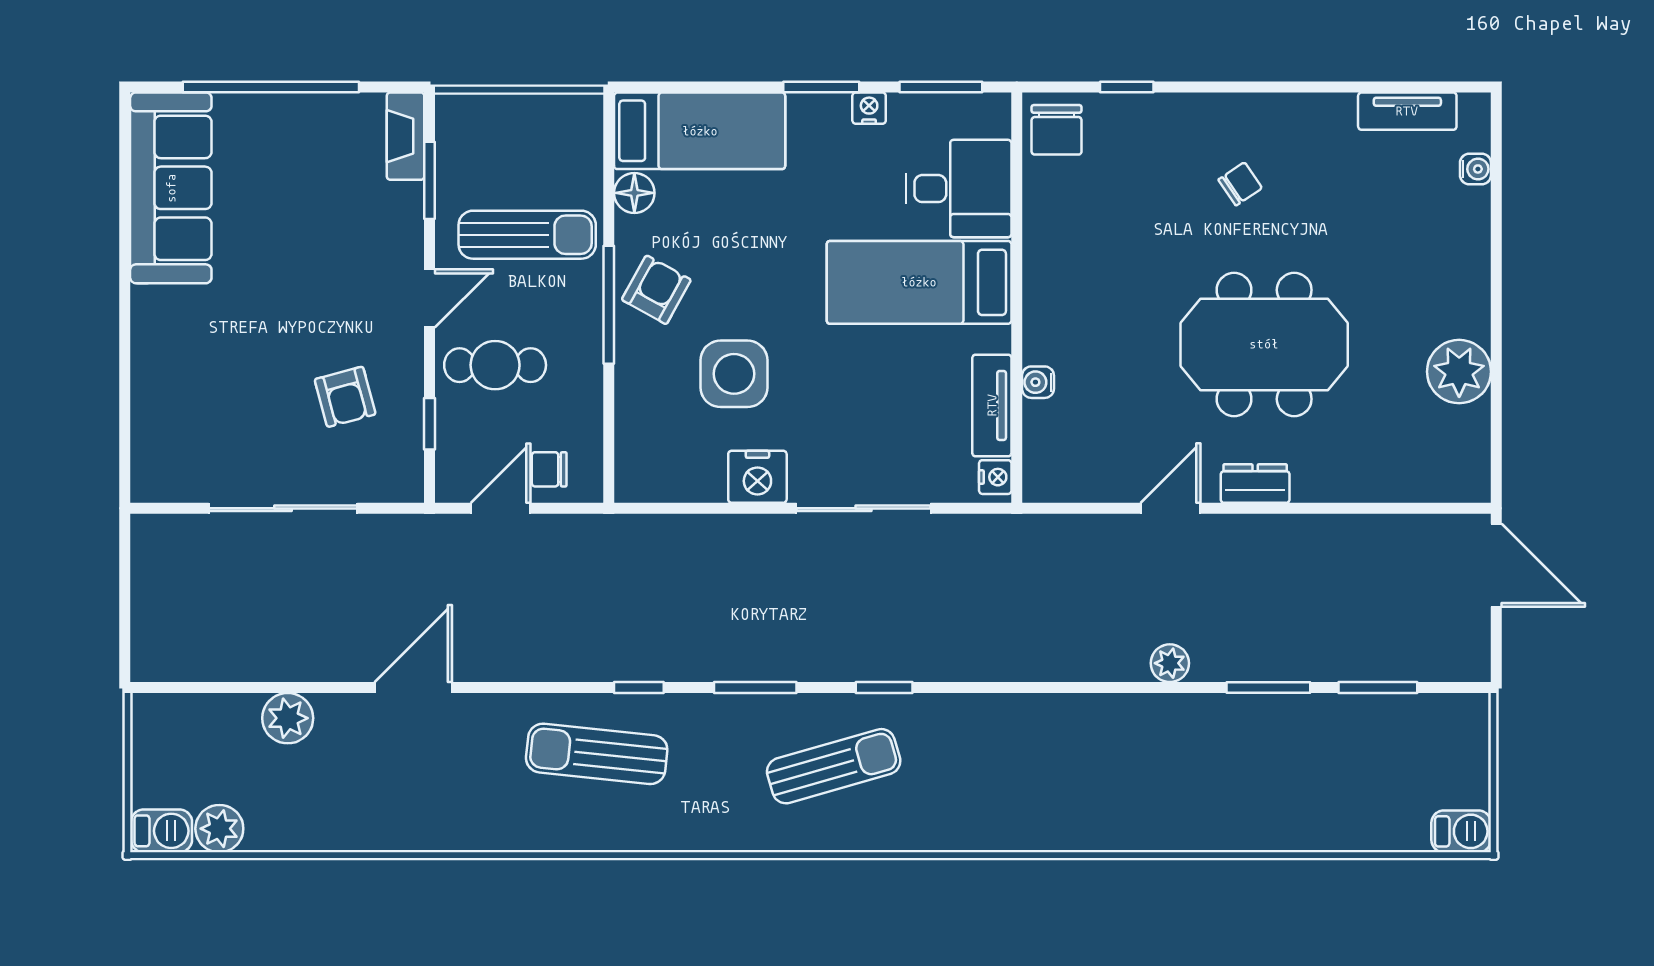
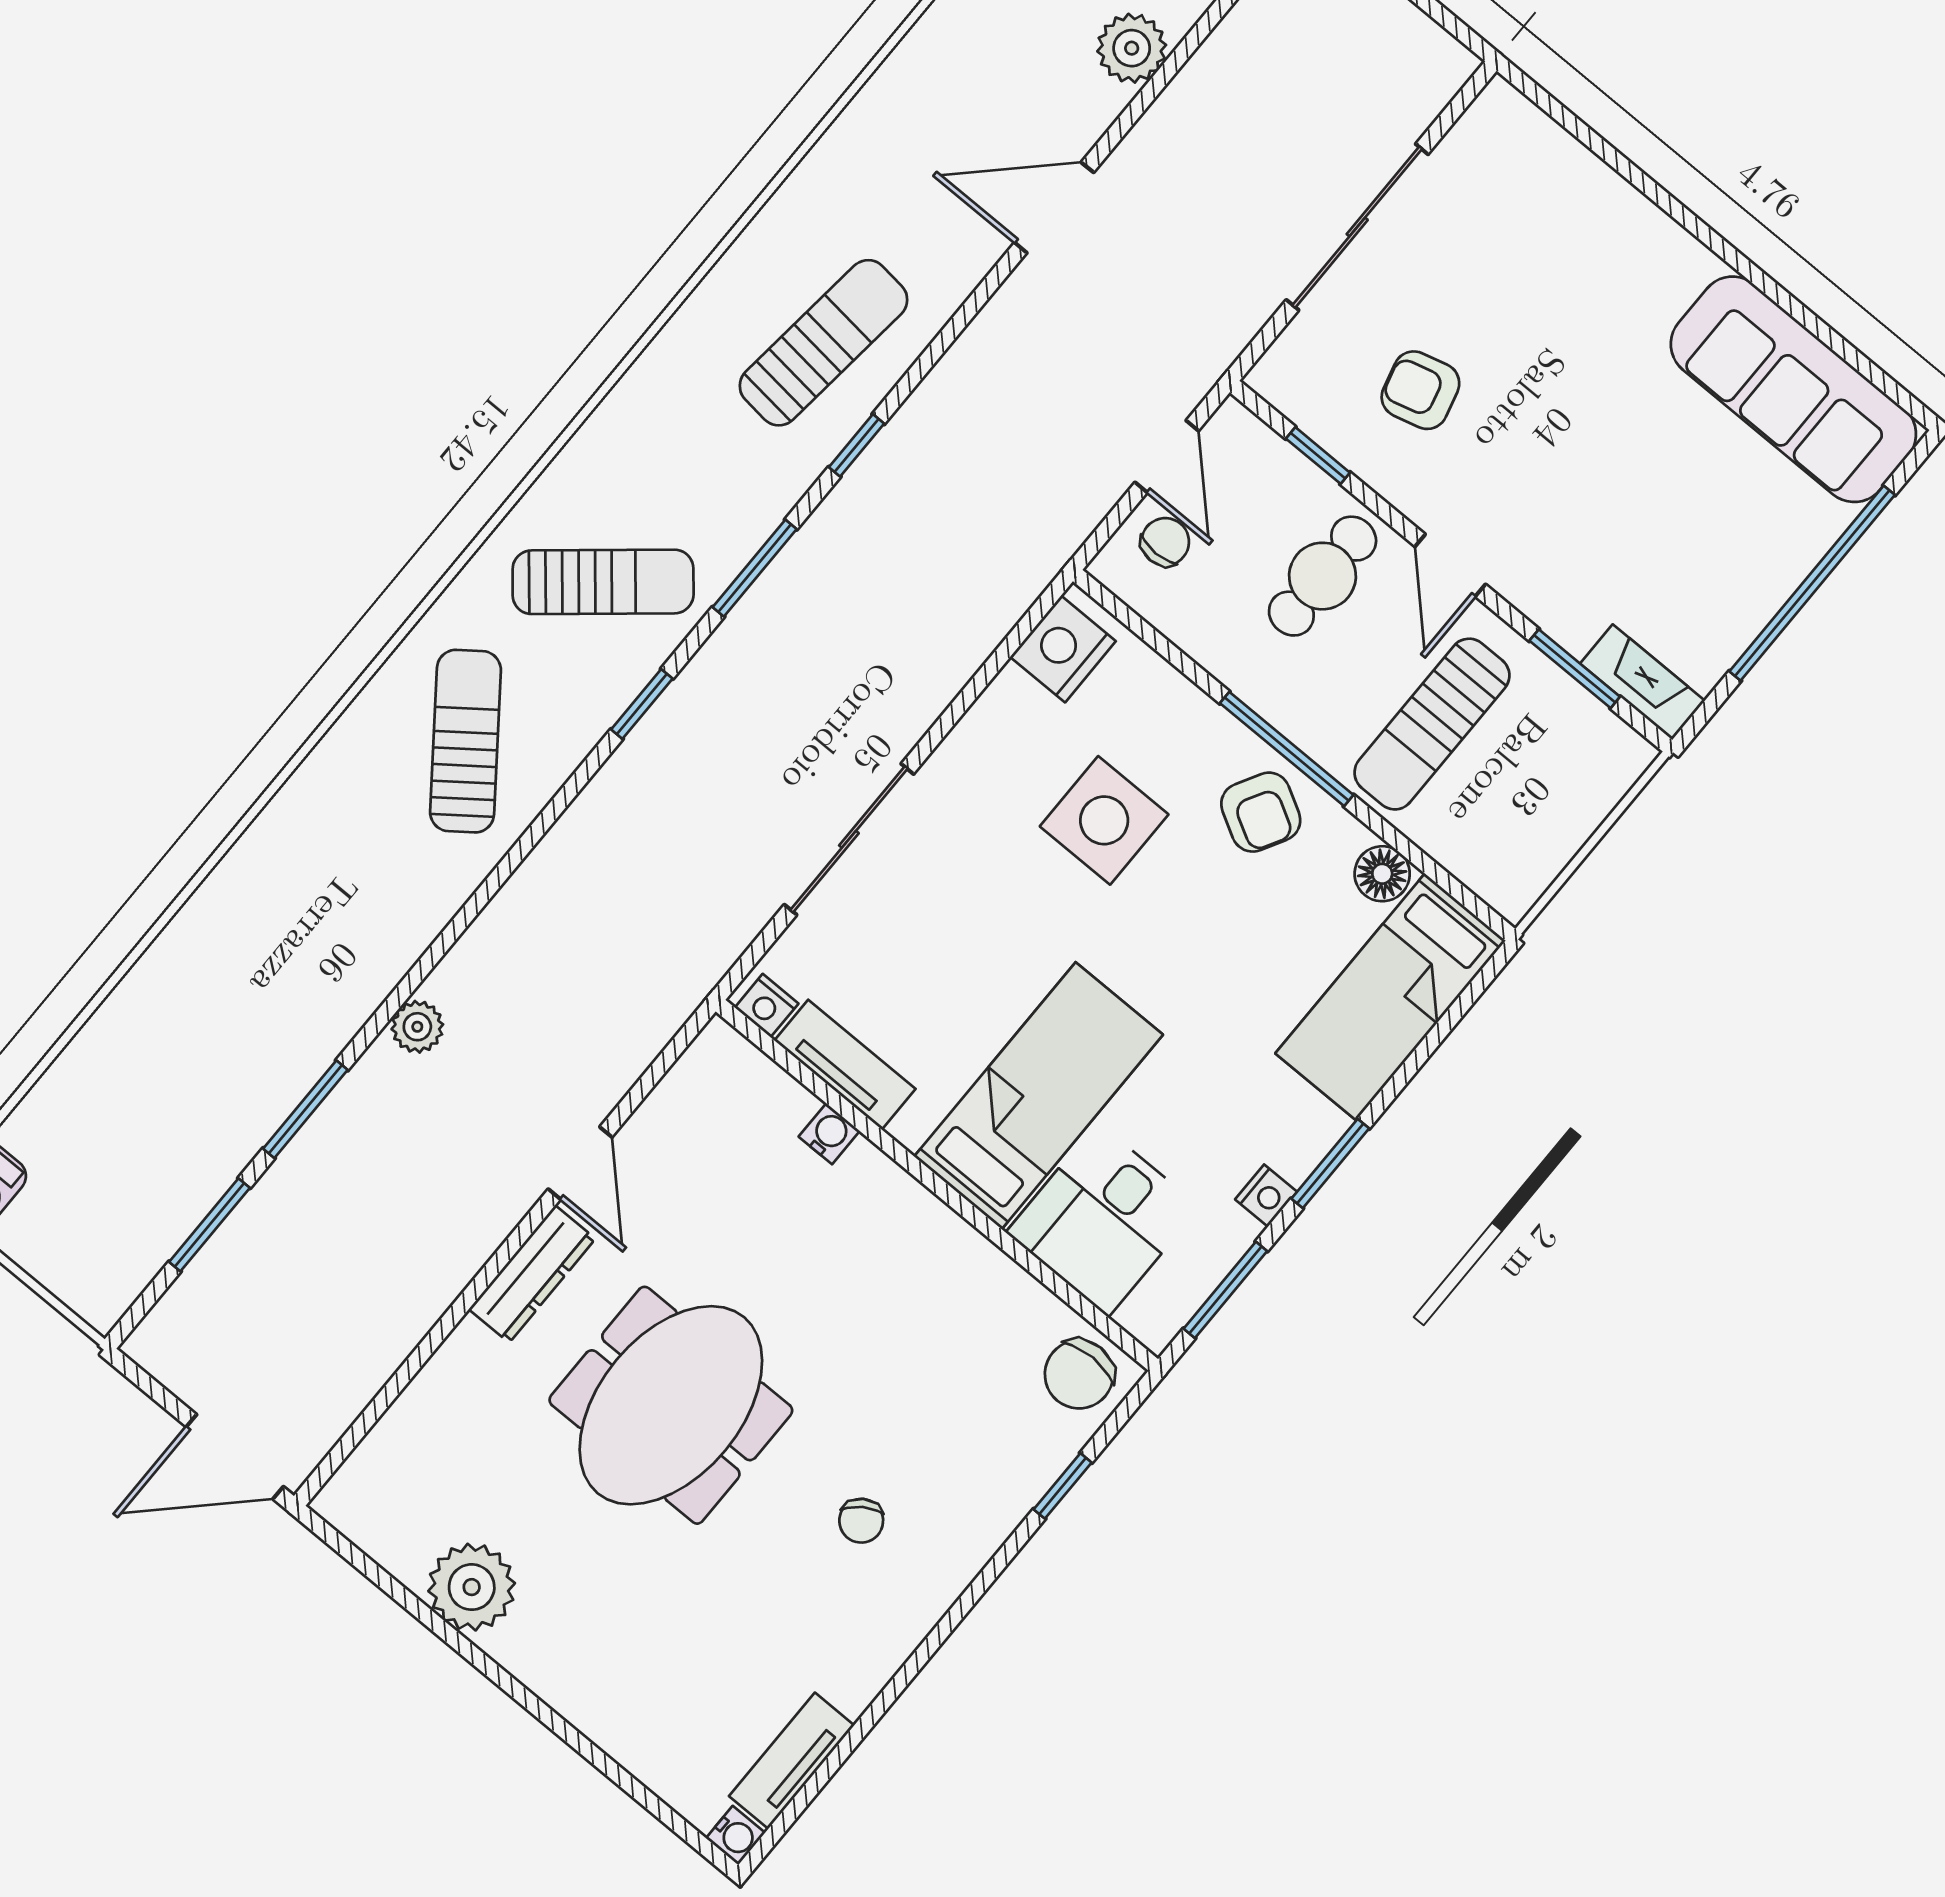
chair: (1057, 130) -> (1079, 1374), turned -90
water cooler: (1475, 169) -> (735, 1835), moved, turned -90
nightstand: (757, 477) -> (1063, 649), moved
dresser: (1255, 484) -> (532, 1274), width x1.44
door: (413, 688) -> (1054, 207), swing flipped
sun lounger: (834, 766) -> (603, 582), turned -114
sun lounger: (987, 769) -> (466, 741), added

